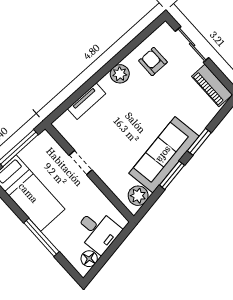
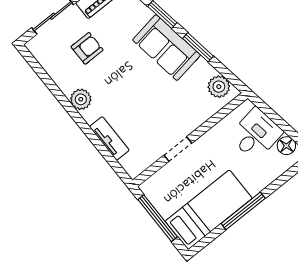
armchair: (153, 61) -> (87, 48), moved, turned 180
sofa: (164, 155) -> (167, 48), width x0.73
window: (41, 237) -> (243, 211), moved

